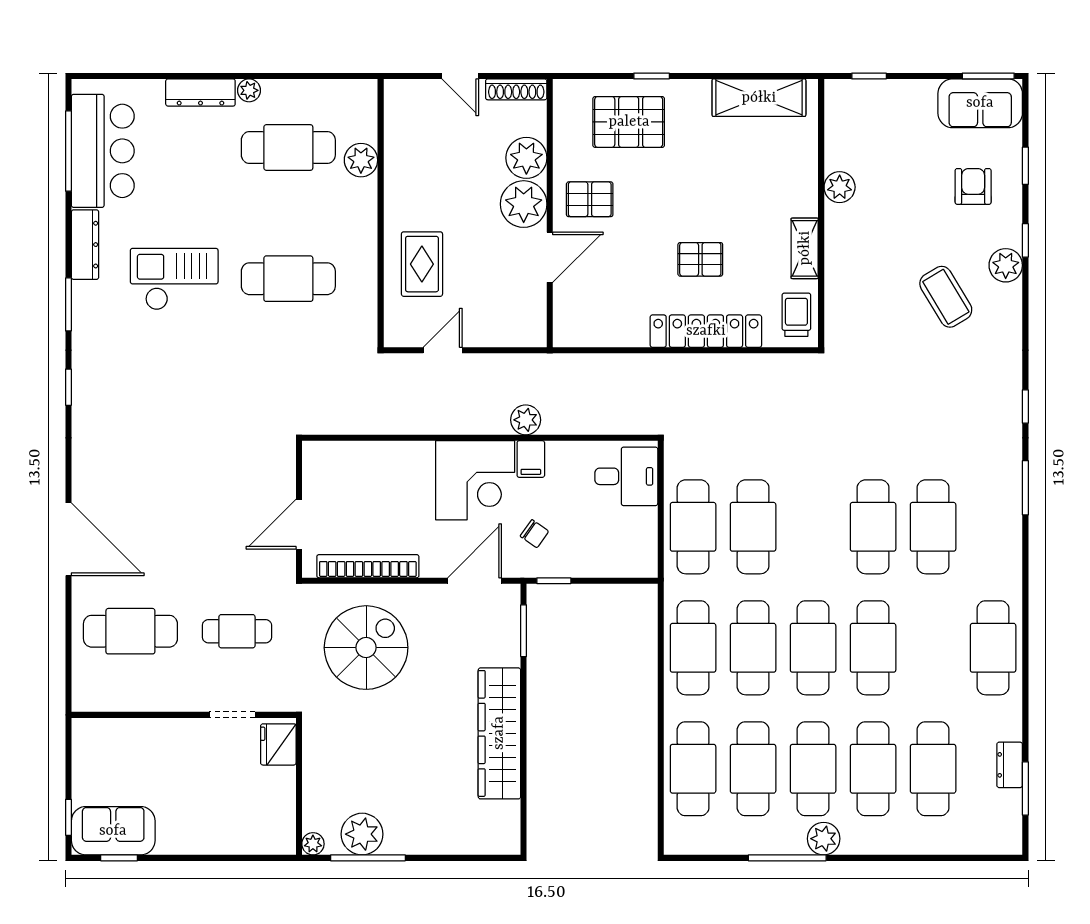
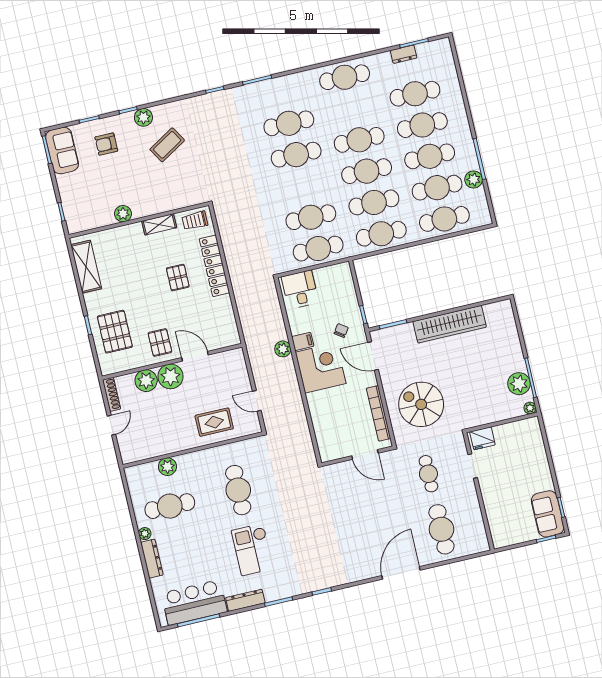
cafe table: (288, 147) -> (170, 506), turned 90
plant: (824, 839) -> (474, 180), moved

